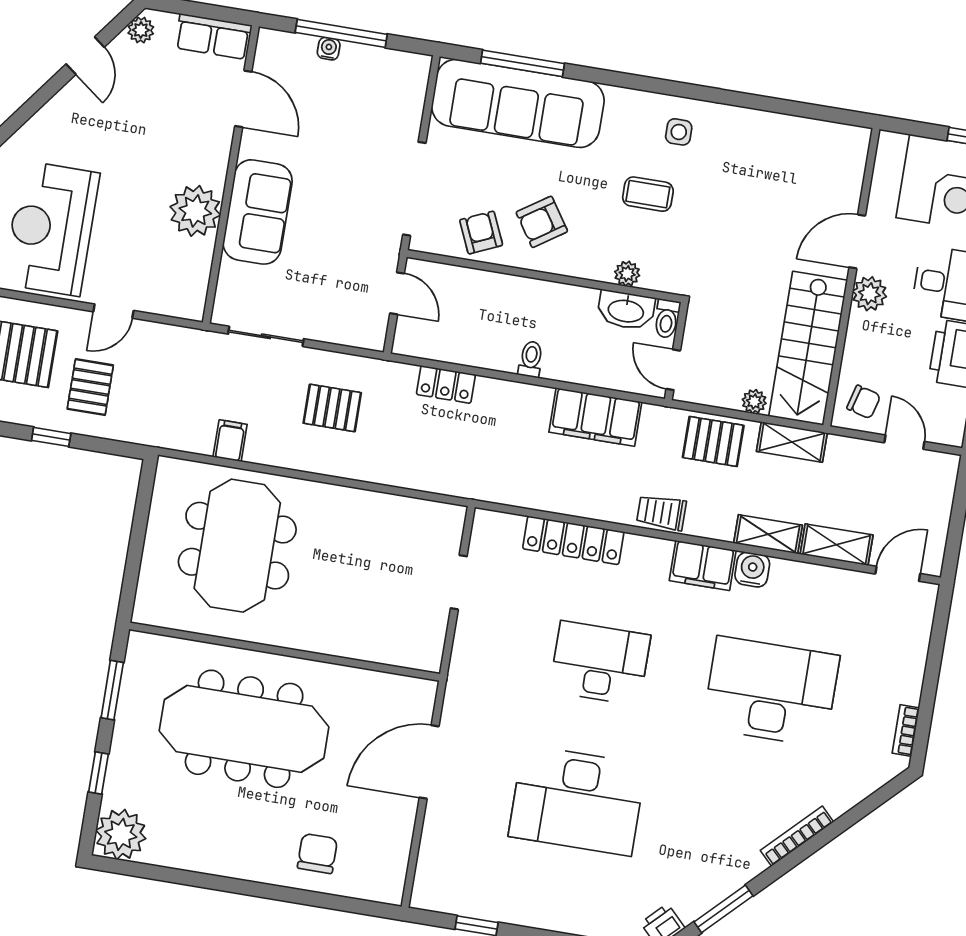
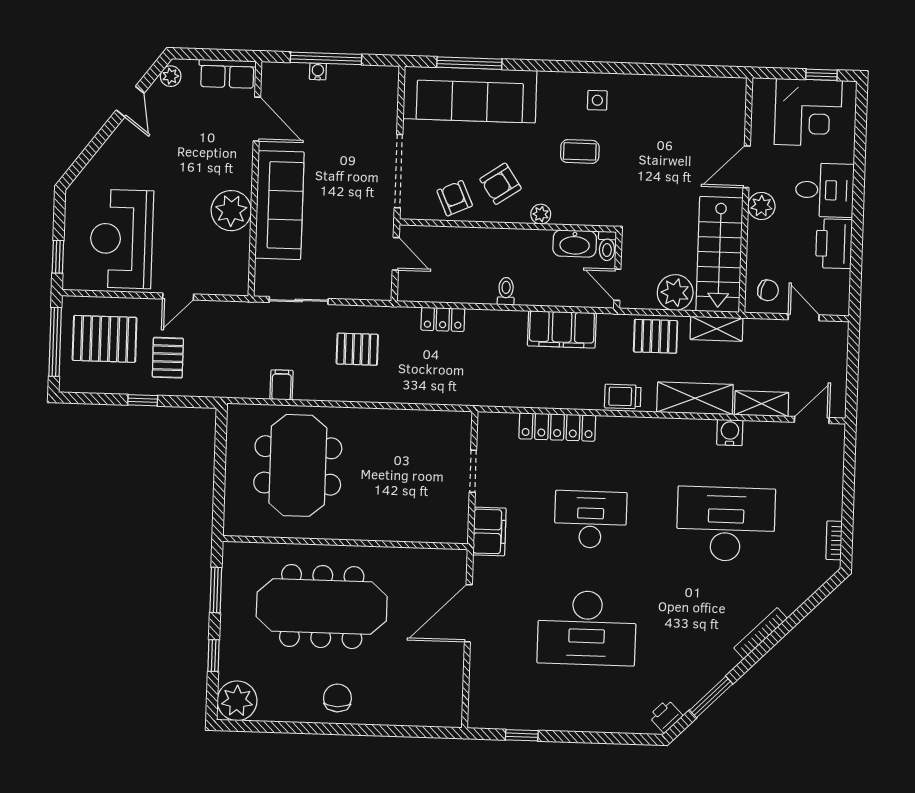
sofa: (258, 212) -> (280, 205), width x1.36
plant: (627, 274) -> (541, 214), moved
plant: (754, 401) -> (675, 293), width x1.88, depth x1.88
shelving: (768, 534) -> (695, 398), width x1.50, depth x1.33
filing cabinet: (703, 565) -> (489, 531), moved, turned -90
water cooler: (752, 570) -> (730, 433), moved
chair: (317, 853) -> (337, 698), moved

